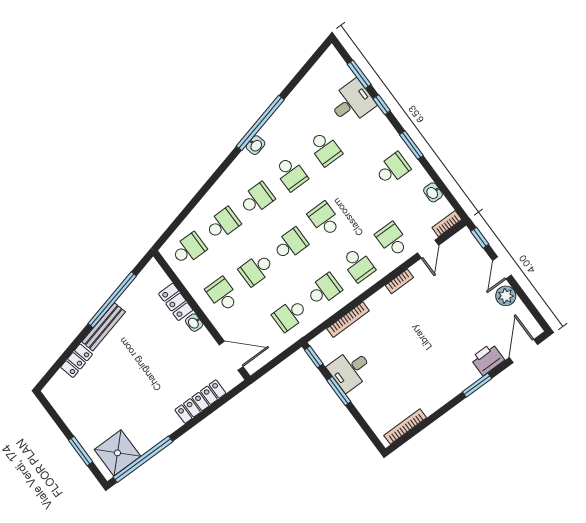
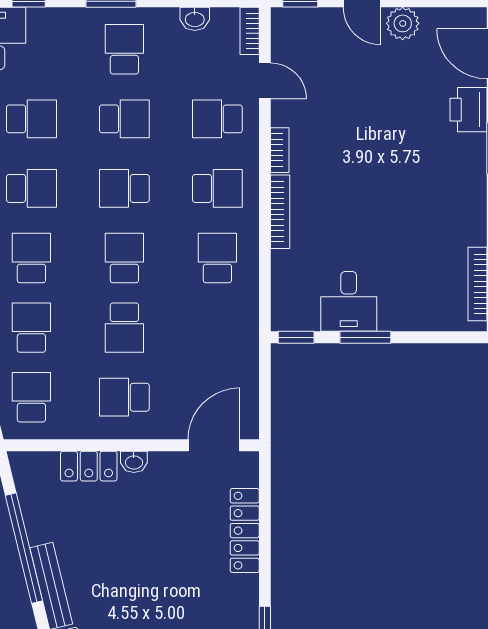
school desk: (290, 315) -> (124, 119), moved, turned -90
bookcase: (348, 320) -> (280, 212), moved

